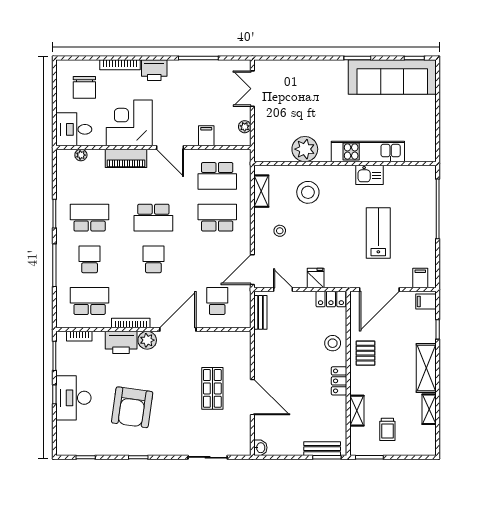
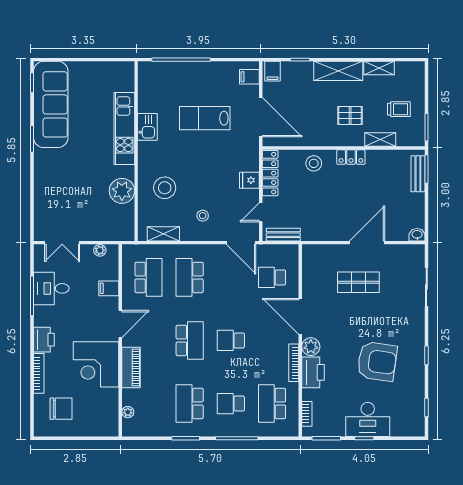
desk: (74, 129) -> (51, 288), moved, turned 90
locker: (331, 299) -> (270, 173), width x1.53
pallet: (366, 353) -> (350, 115), moved

